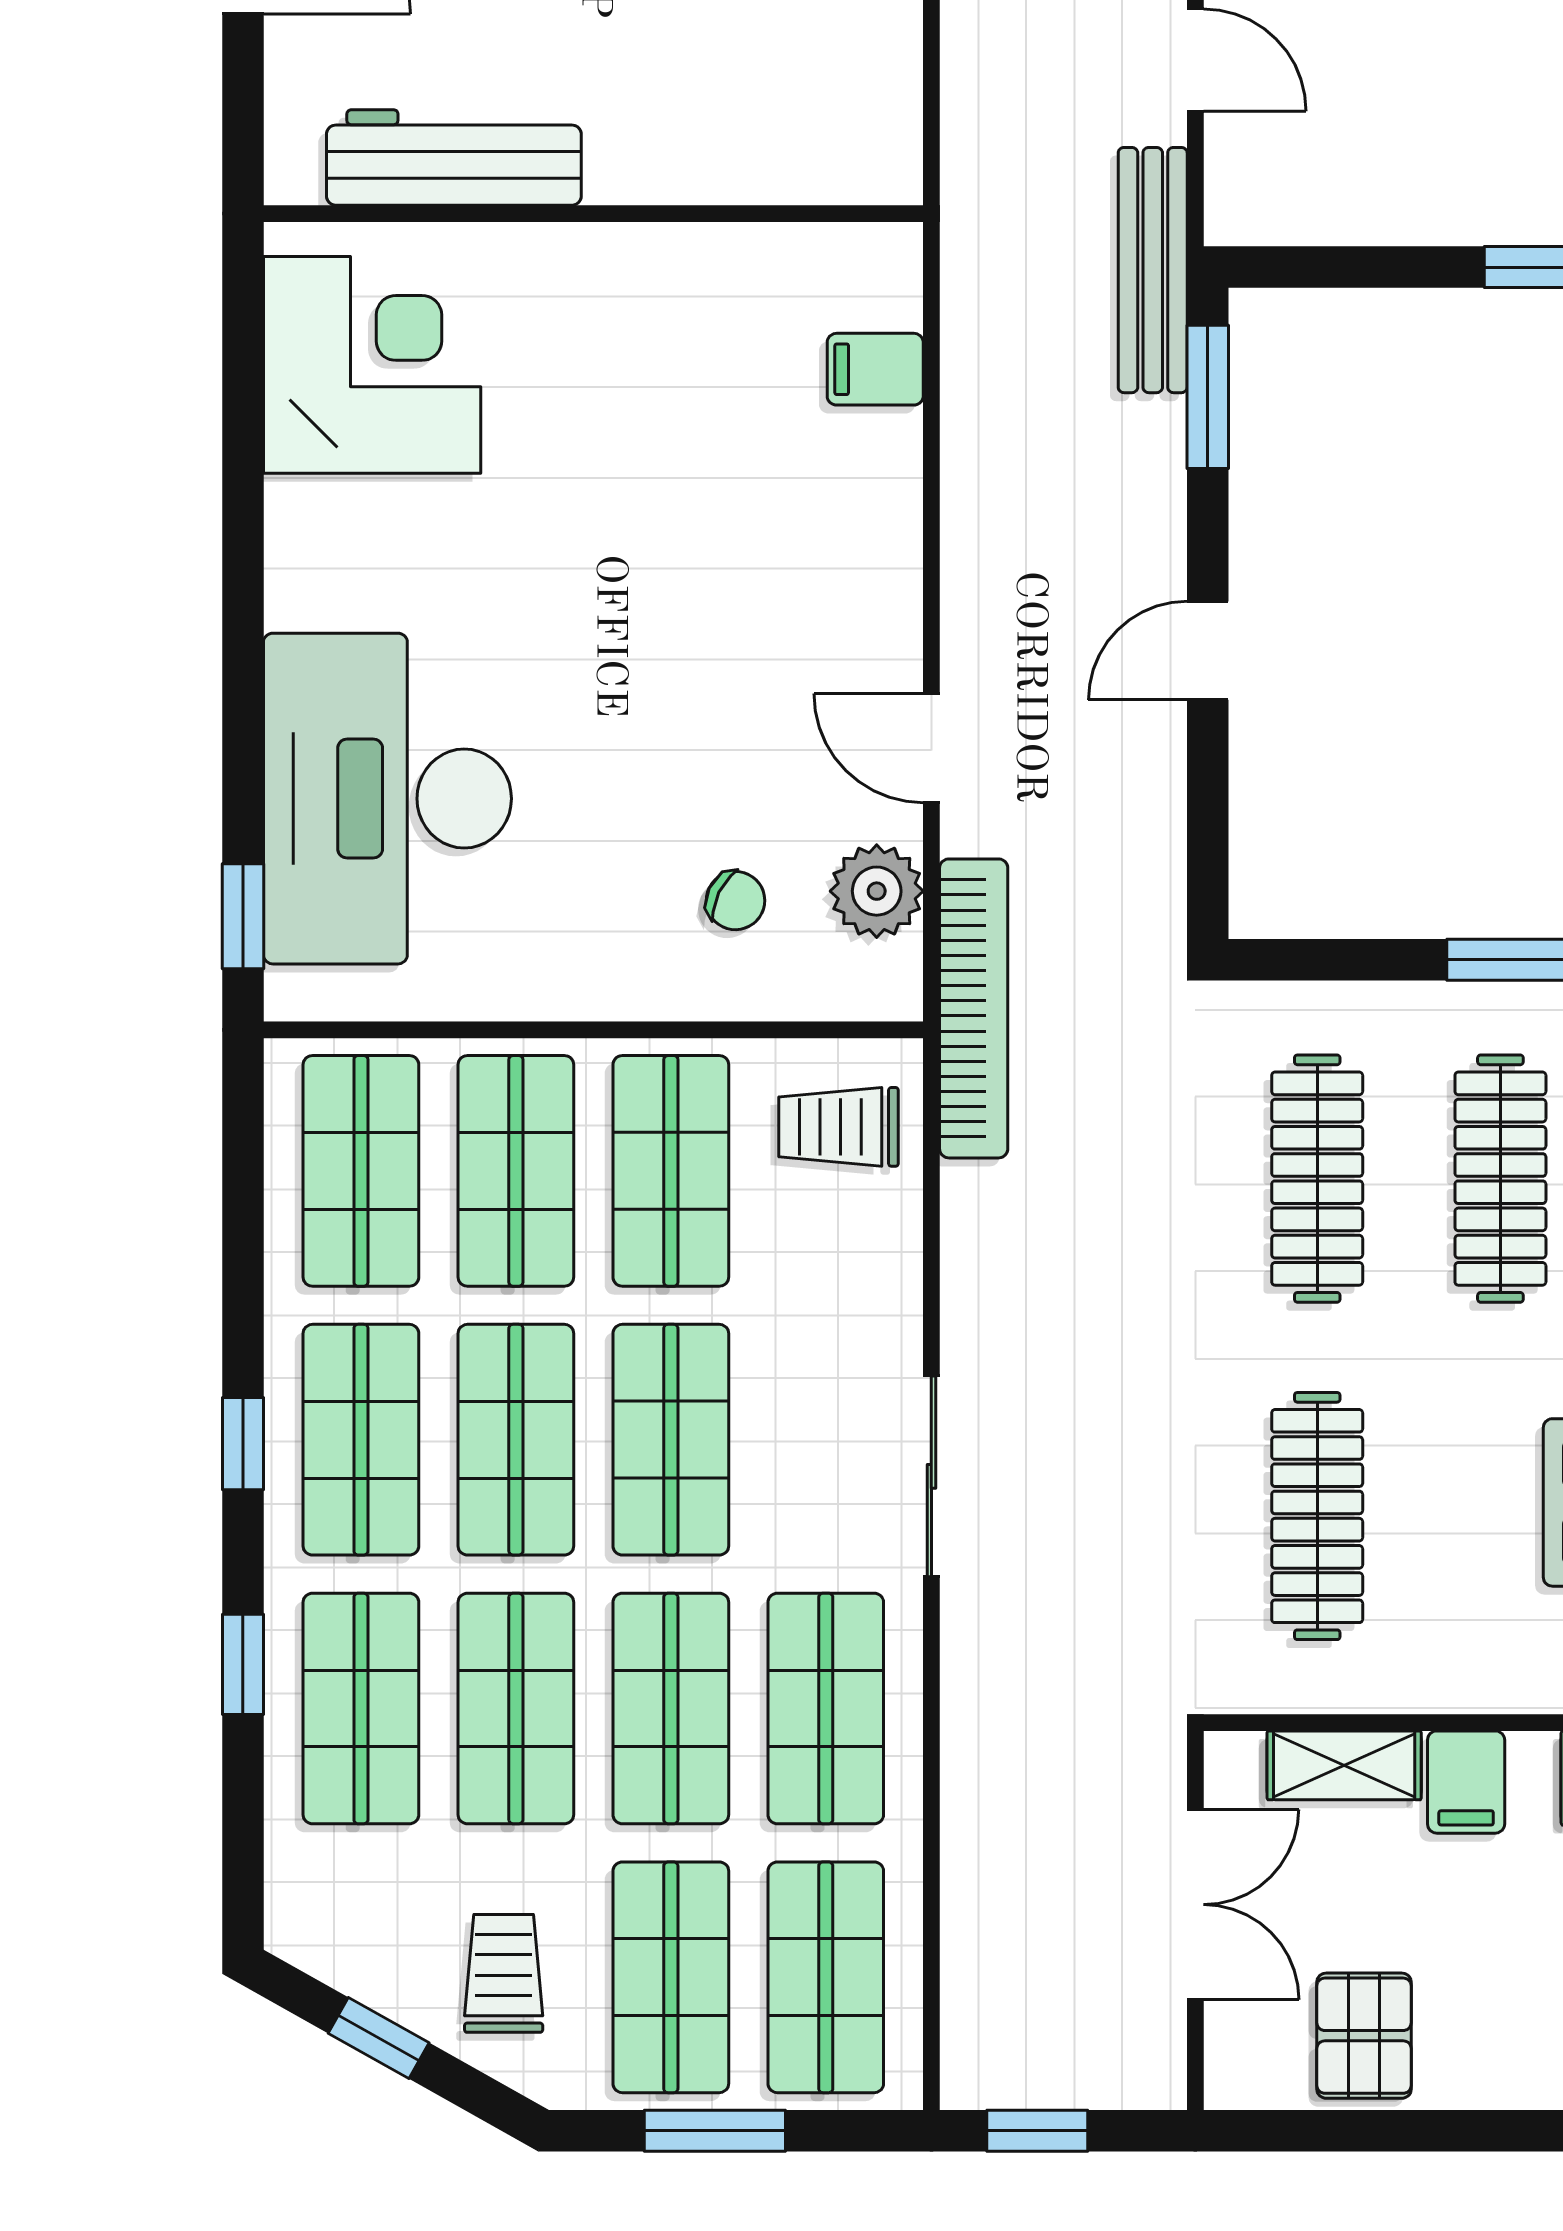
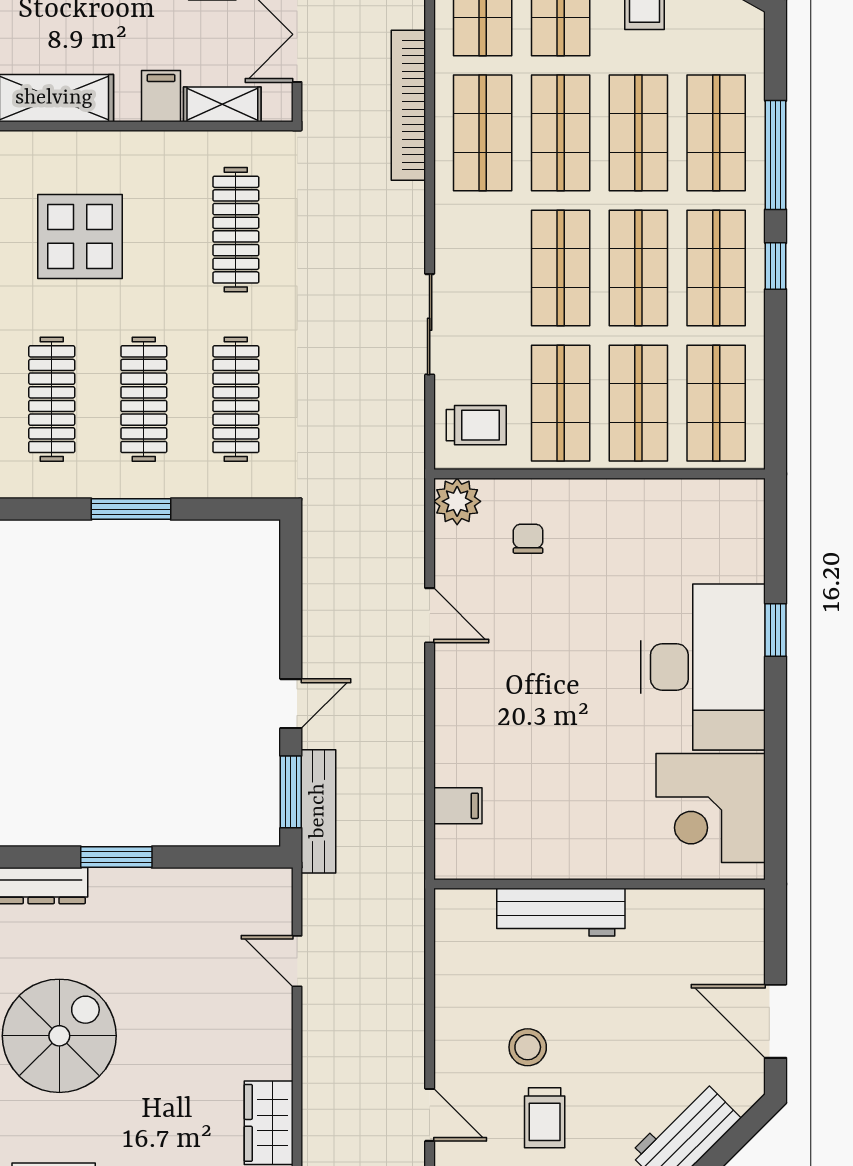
workbench: (454, 157) -> (561, 912), moved
bench: (1153, 270) -> (318, 811), moved
door: (1208, 651) -> (291, 704), moved
desk: (387, 799) -> (703, 667), moved
plant: (877, 891) -> (457, 501), moved
chair: (735, 901) -> (528, 539), turned 64
window: (243, 916) -> (776, 630), moved
bookcase: (974, 1008) -> (408, 105), moved
sliding door: (931, 1476) -> (430, 324), moved
window: (243, 1664) -> (776, 155), width x2.17

